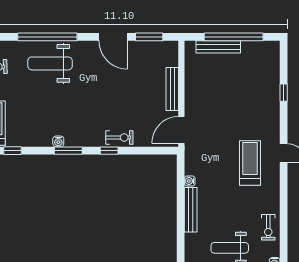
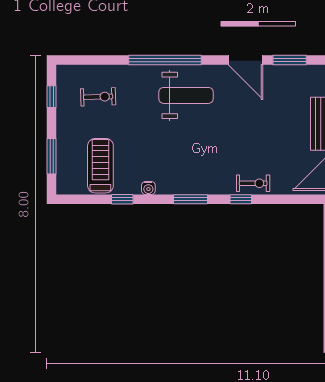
weight bench: (50, 63) -> (186, 95), moved, turned 180
water cooler: (58, 141) -> (148, 188), moved

